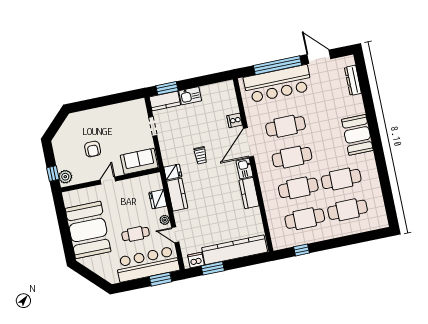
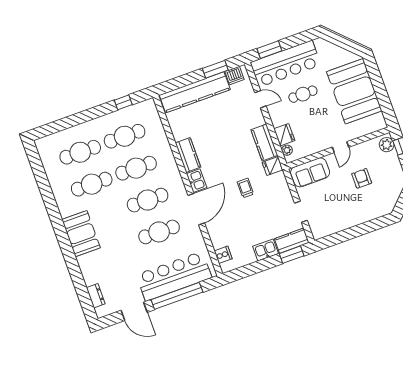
dresser: (353, 80) -> (96, 296), width x0.70
cooker: (235, 120) -> (223, 255), moved
plant: (165, 220) -> (287, 150), moved

